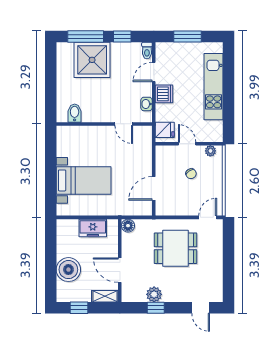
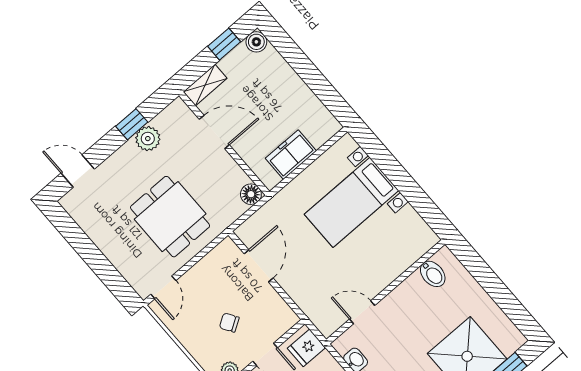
dining table: (176, 248) -> (170, 217), turned 90
boiler: (68, 270) -> (256, 42), moved, width x0.54, depth x0.54

